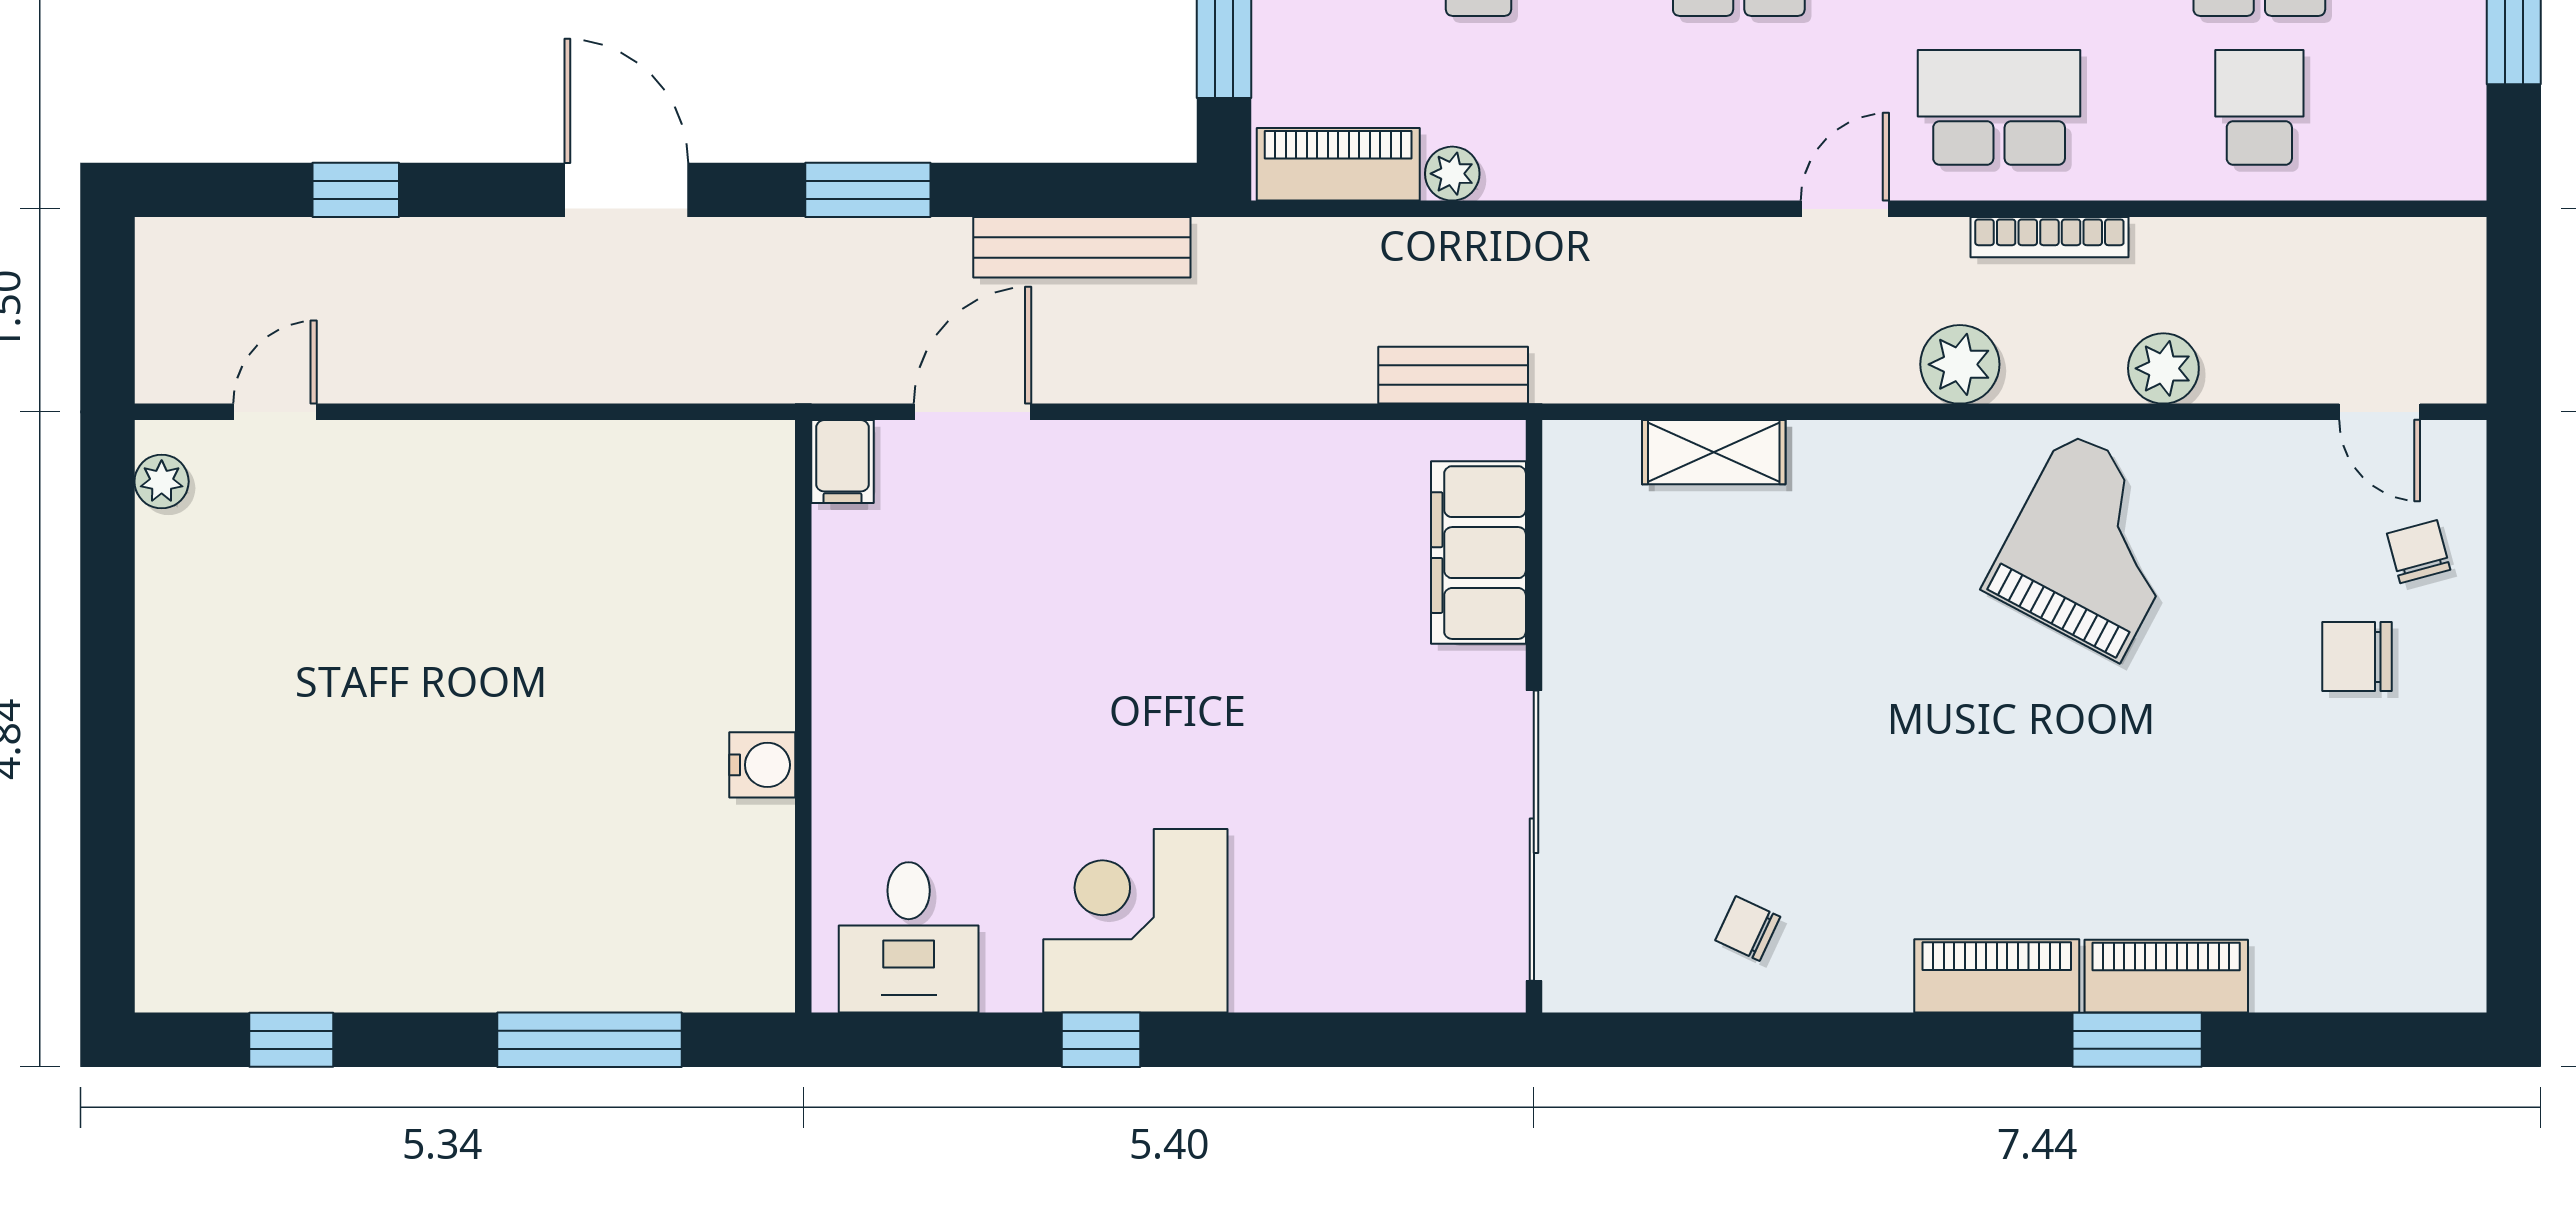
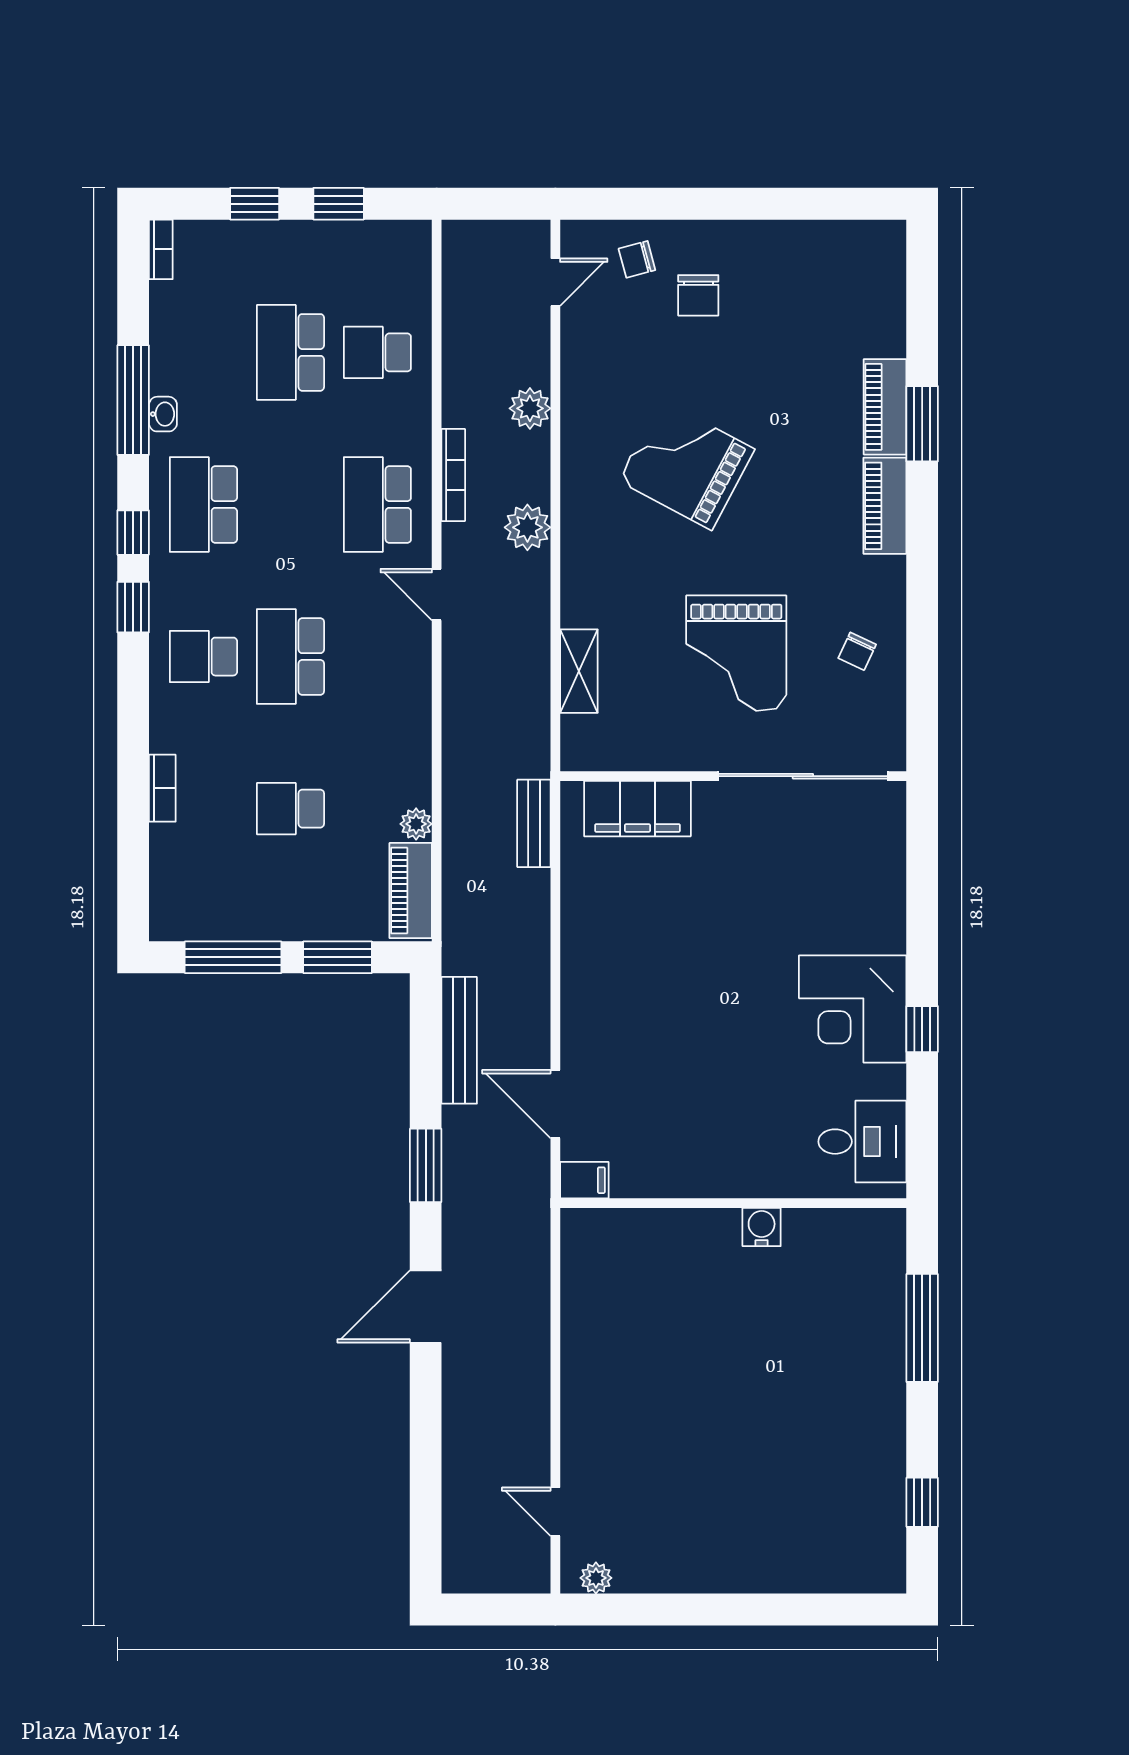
window: (356, 190) -> (426, 1465), removed
grand piano: (2093, 546) -> (686, 465), moved
grand piano: (1744, 722) -> (736, 653), added

